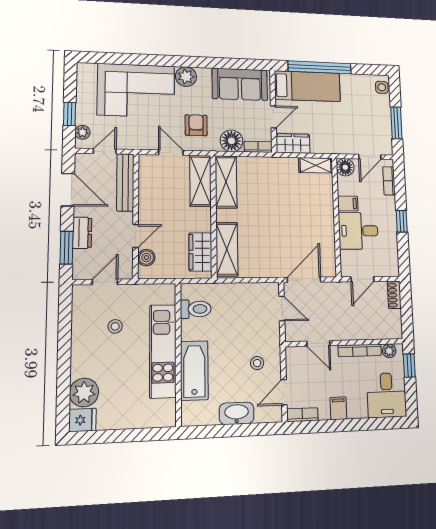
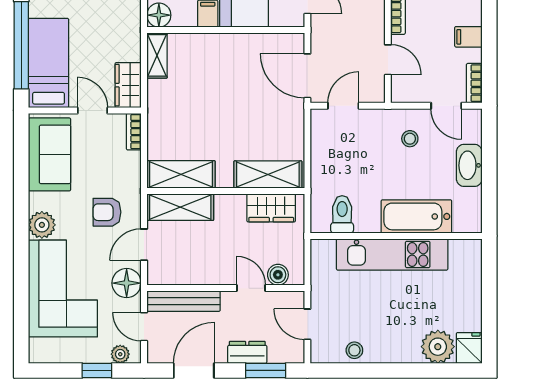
floor lamp: (232, 141) -> (127, 283), moved
stool: (115, 326) -> (354, 350), moved
door: (318, 343) -> (388, 60), hinge flipped

